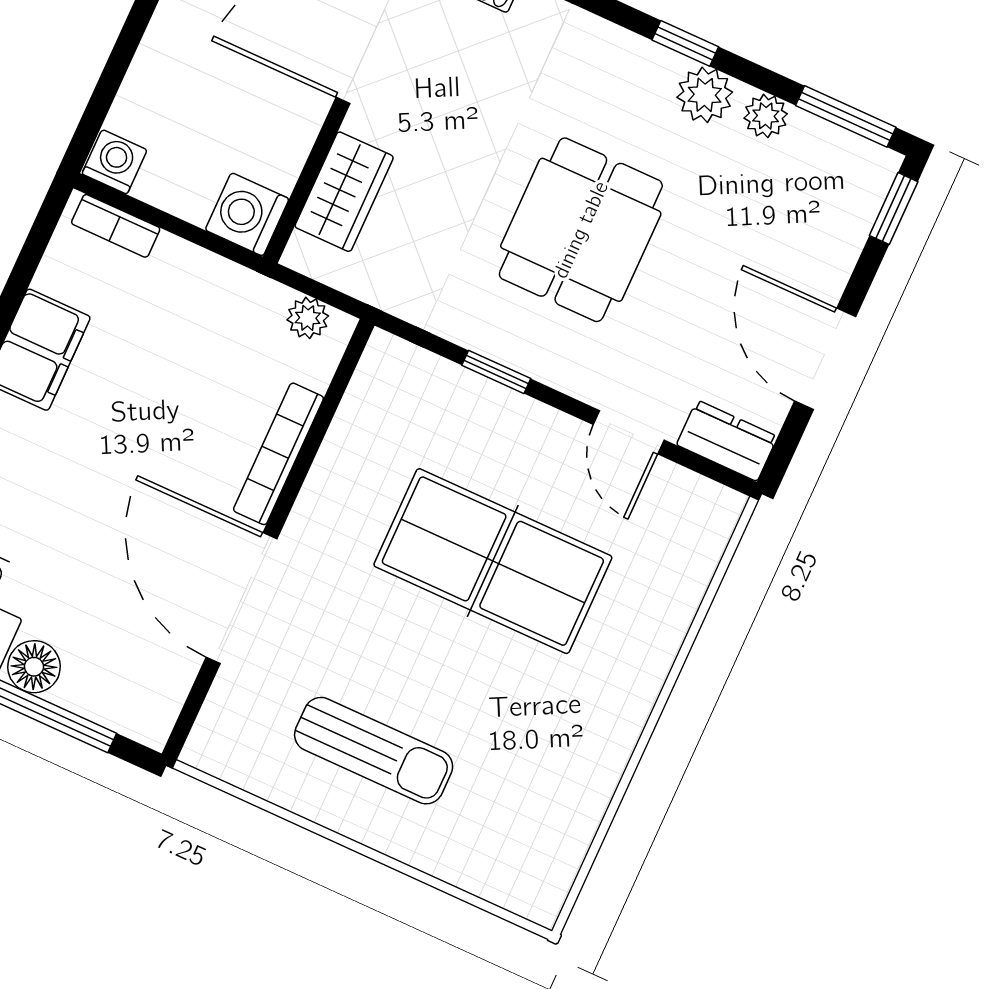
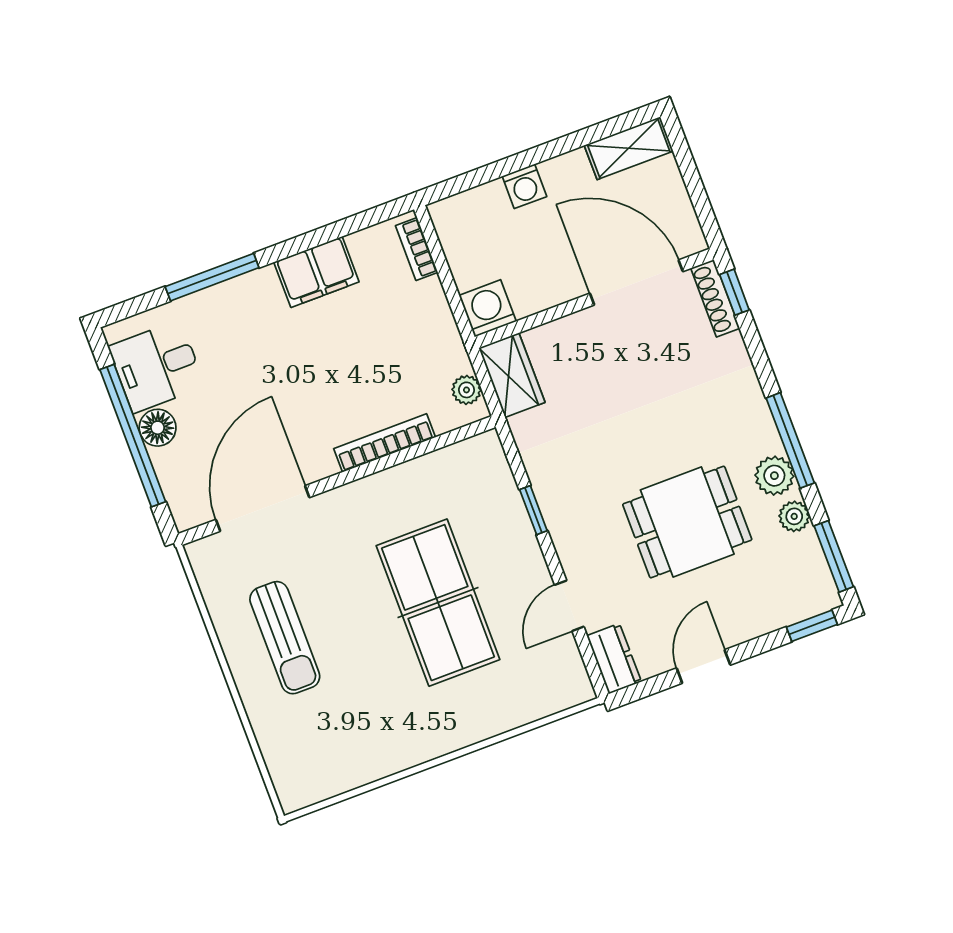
window: (685, 43) -> (790, 440), width x2.17
washing machine: (114, 162) -> (524, 186), moved, turned 90
wardrobe: (344, 192) -> (512, 375), moved, turned -90
dining table: (581, 230) -> (687, 522), moved
door: (825, 359) -> (703, 667), width x0.73
door: (242, 598) -> (263, 509), moved

